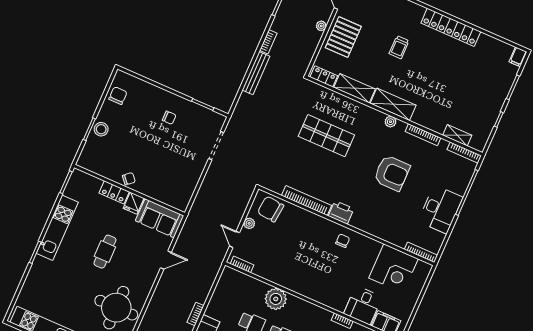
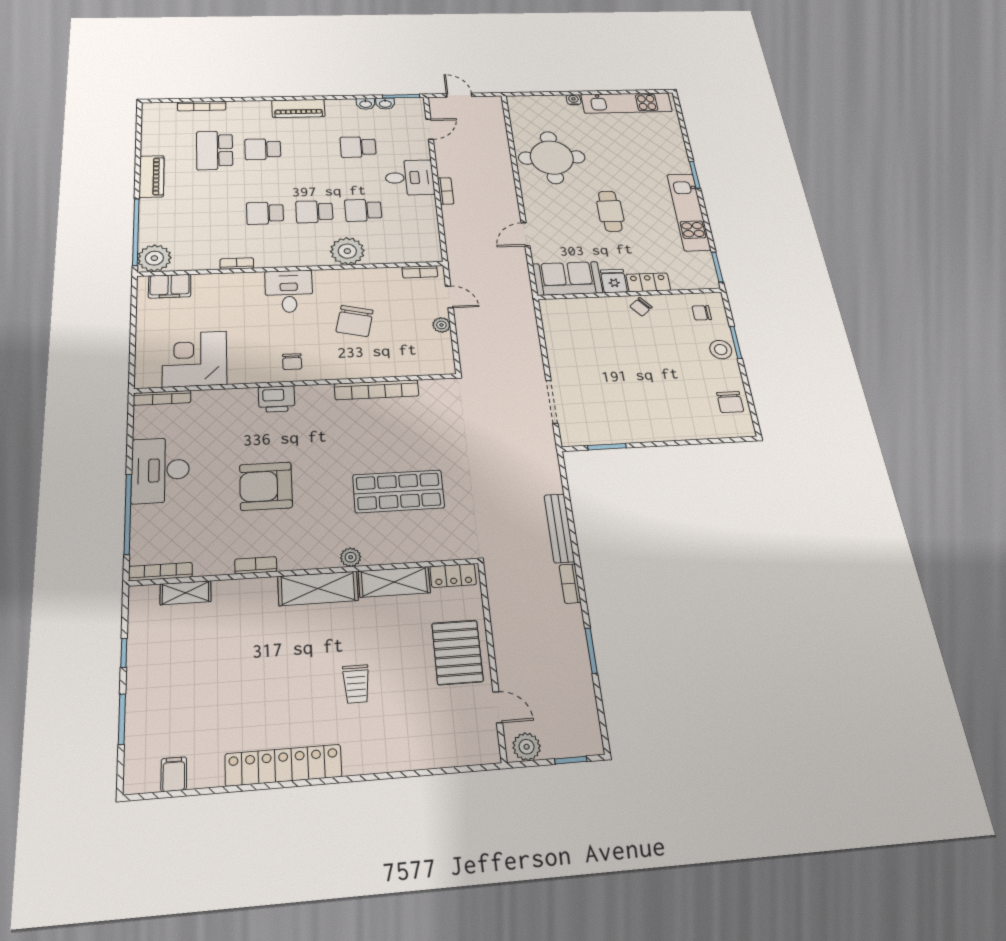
plant: (321, 26) -> (503, 651), removed
trolley: (399, 47) -> (356, 684), turned 180
filing cabinet: (518, 57) -> (174, 774), moved
chair: (169, 118) -> (702, 313), moved
plant: (390, 122) -> (351, 557), moved
bookcase: (423, 135) -> (256, 565), width x0.64
chair: (271, 209) -> (355, 321), moved, turned 97
printer: (341, 212) -> (277, 399), moved
desk: (363, 305) -> (289, 291), moved

